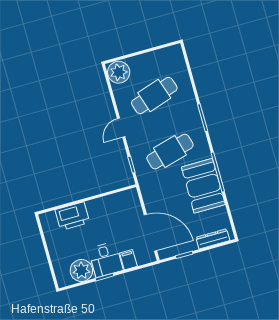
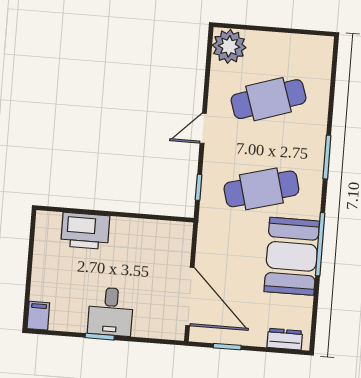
dresser: (213, 239) -> (285, 339), width x0.70
filing cabinet: (128, 260) -> (38, 316), moved
plant: (81, 270) -> (69, 315), removed

